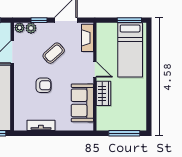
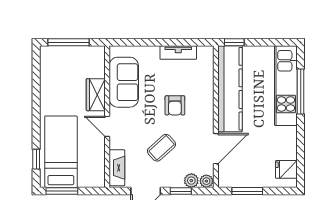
window: (149, 44) -> (36, 159), added
armchair: (43, 85) -> (175, 105), turned -90

